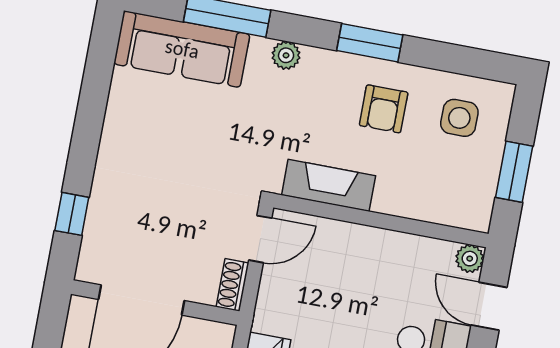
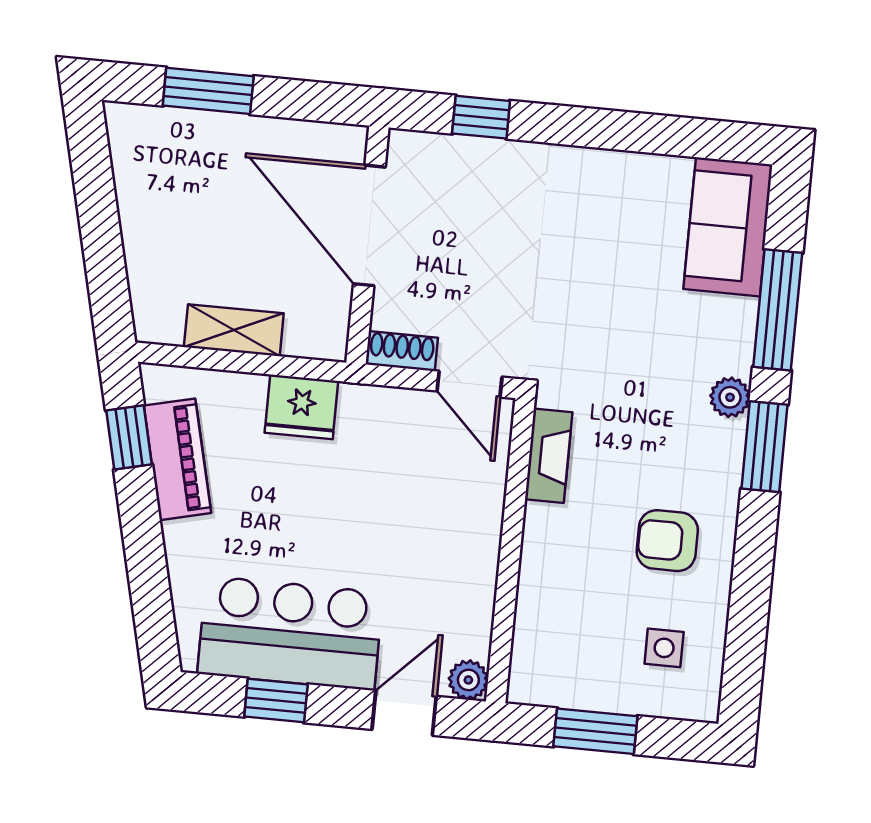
window: (370, 43) -> (764, 447), moved
sofa: (182, 49) -> (728, 227), width x0.73
side table: (459, 118) -> (664, 648), width x0.73, depth x0.73
fireplace: (329, 185) -> (549, 456), width x0.73, depth x0.76

